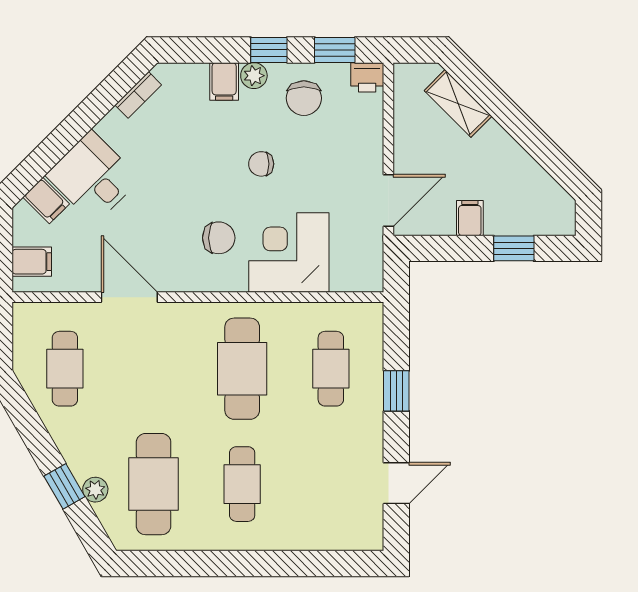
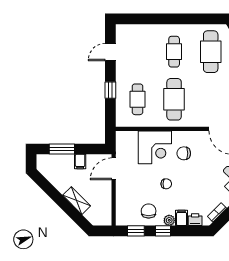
printer: (367, 77) -> (195, 220), moved
shelving: (458, 103) -> (77, 201), moved
window: (514, 248) -> (62, 149), width x1.50

